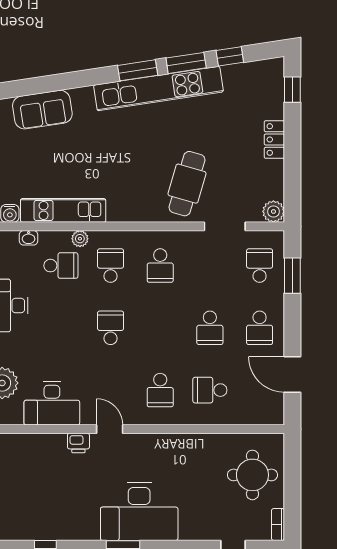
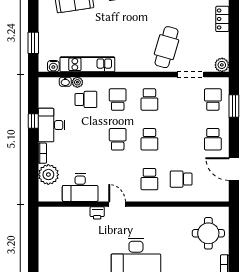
plant: (80, 239) -> (77, 82), moved
school desk: (210, 328) -> (149, 139), moved

